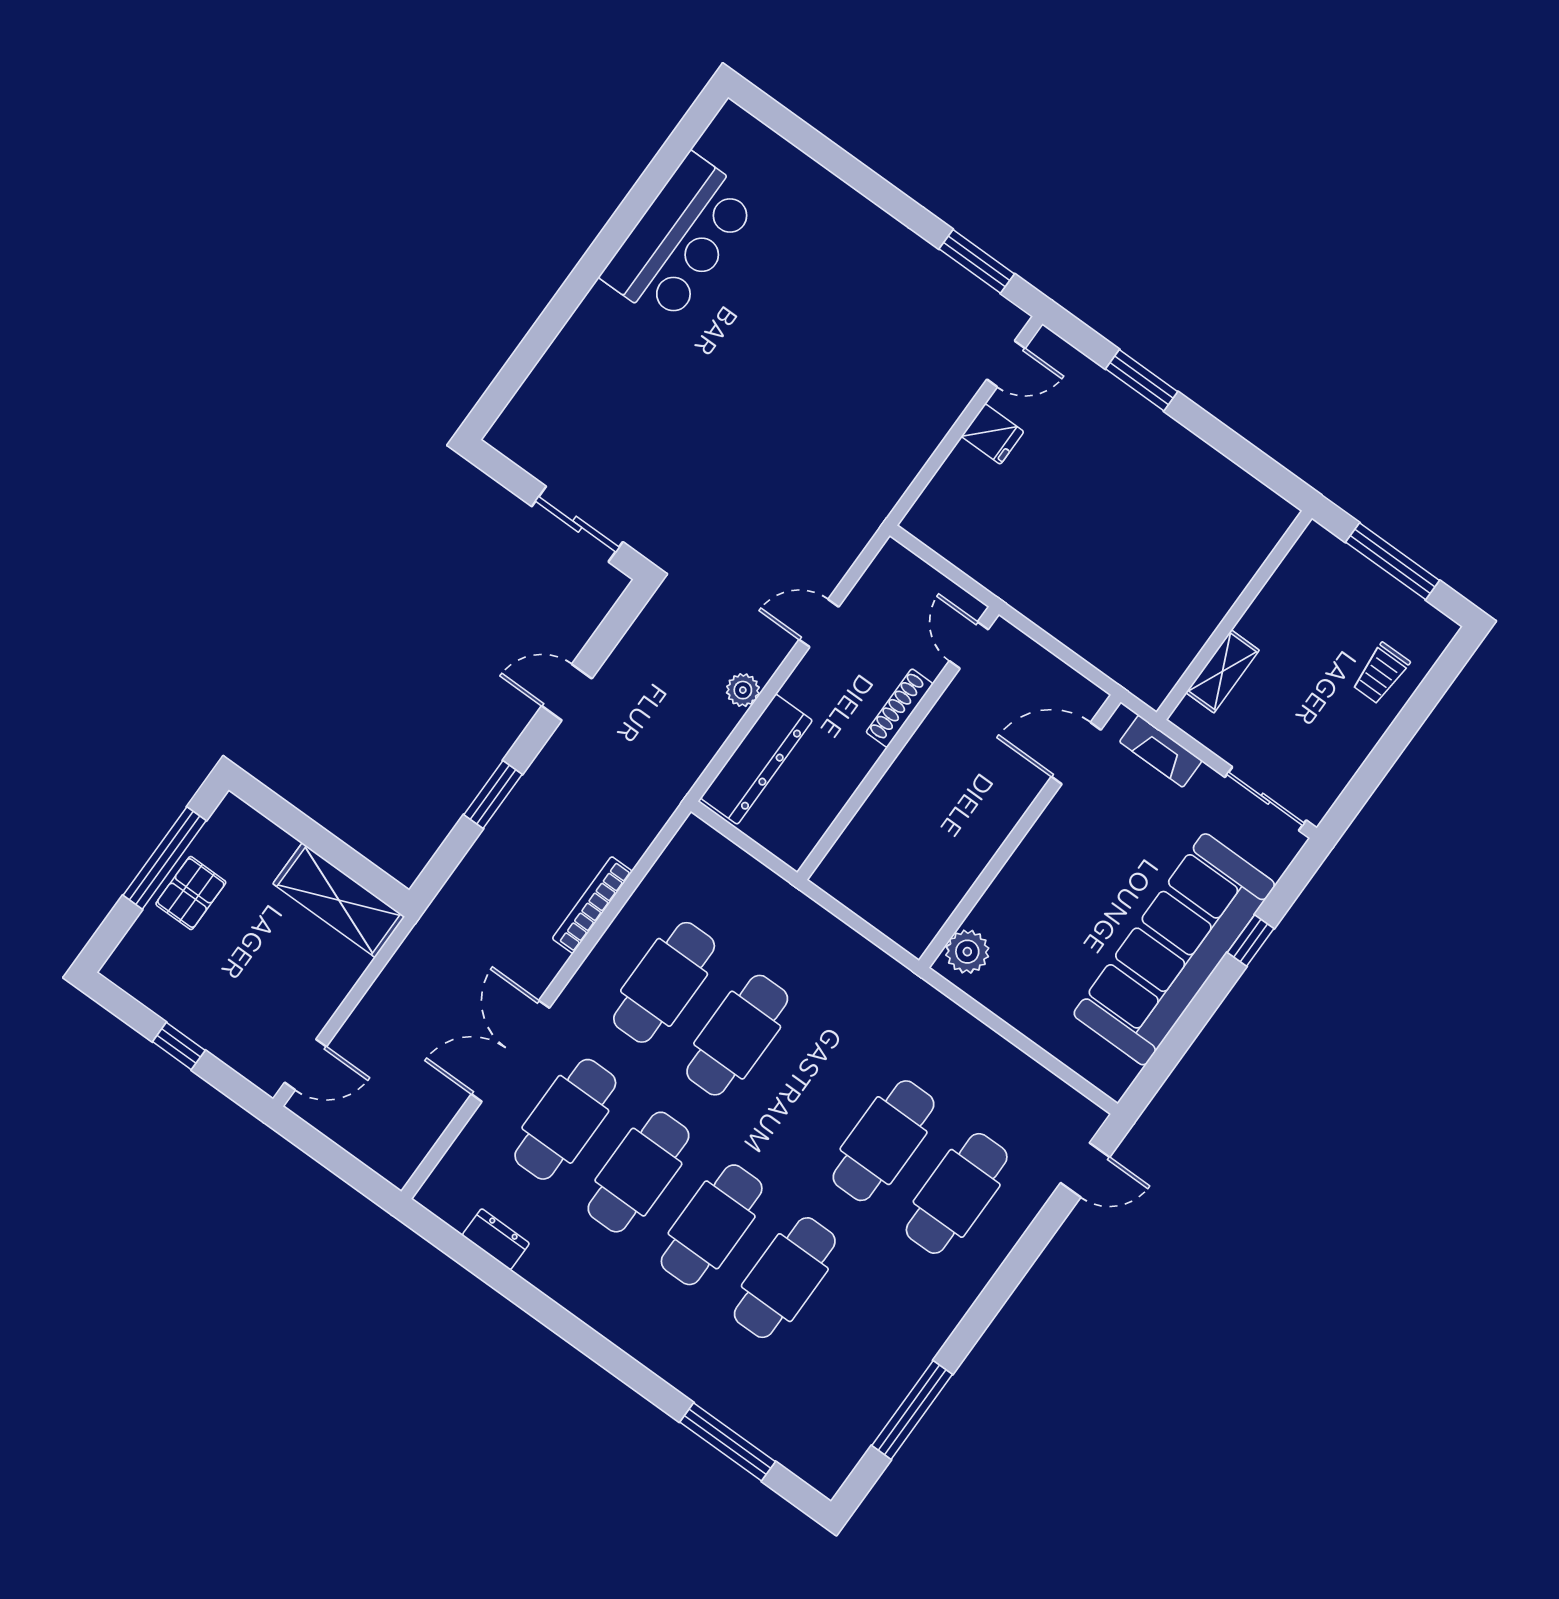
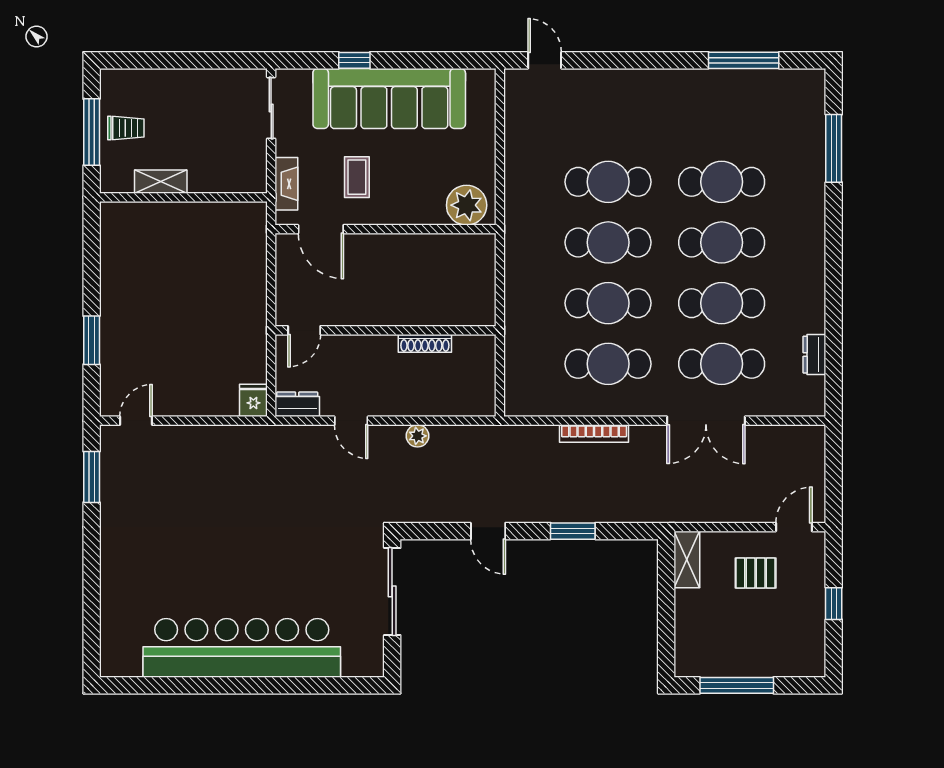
bar counter: (680, 239) -> (242, 648), width x1.86
door: (1006, 364) -> (136, 421), hinge flipped
fridge: (993, 434) -> (253, 400), moved
sliding door: (577, 524) -> (392, 591), width x1.37
shelving: (1223, 671) -> (161, 182), moved
trolley: (1381, 673) -> (126, 128), moved
shoe rack: (900, 708) -> (425, 343), moved
dresser: (756, 759) -> (297, 404), moved, width x0.51, depth x0.80
coffee table: (1108, 842) -> (357, 177), added
pallet: (191, 893) -> (756, 573), moved
shelving: (339, 900) -> (687, 559), width x0.67, depth x0.75
plant: (967, 952) -> (467, 205), width x1.36, depth x1.36
door: (306, 1065) -> (794, 527), hinge flipped
cafe table: (957, 1193) -> (608, 242), moved

